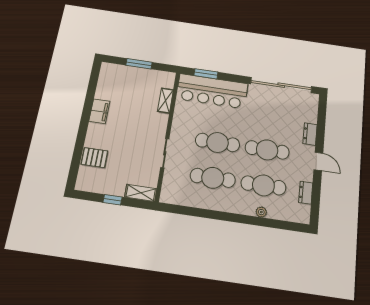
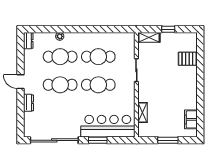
window: (206, 74) -> (98, 140), moved
filing cabinet: (99, 111) -> (191, 119), moved
dresser: (306, 193) -> (28, 41), moved

